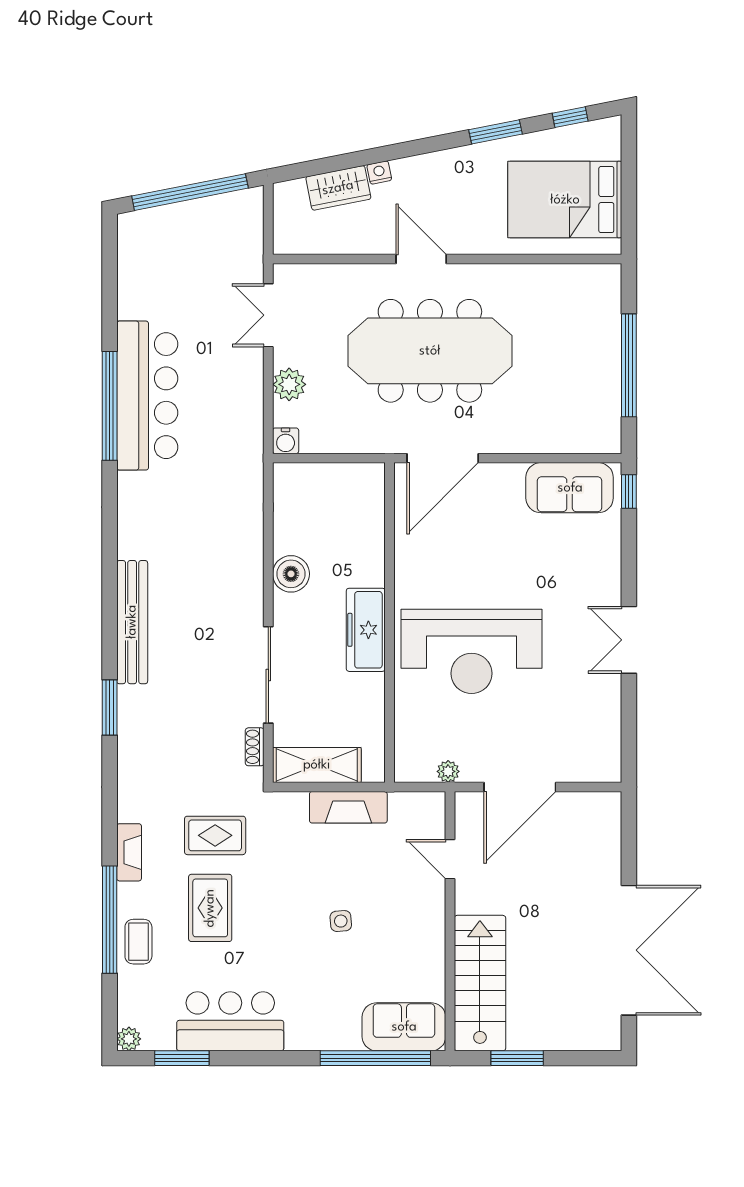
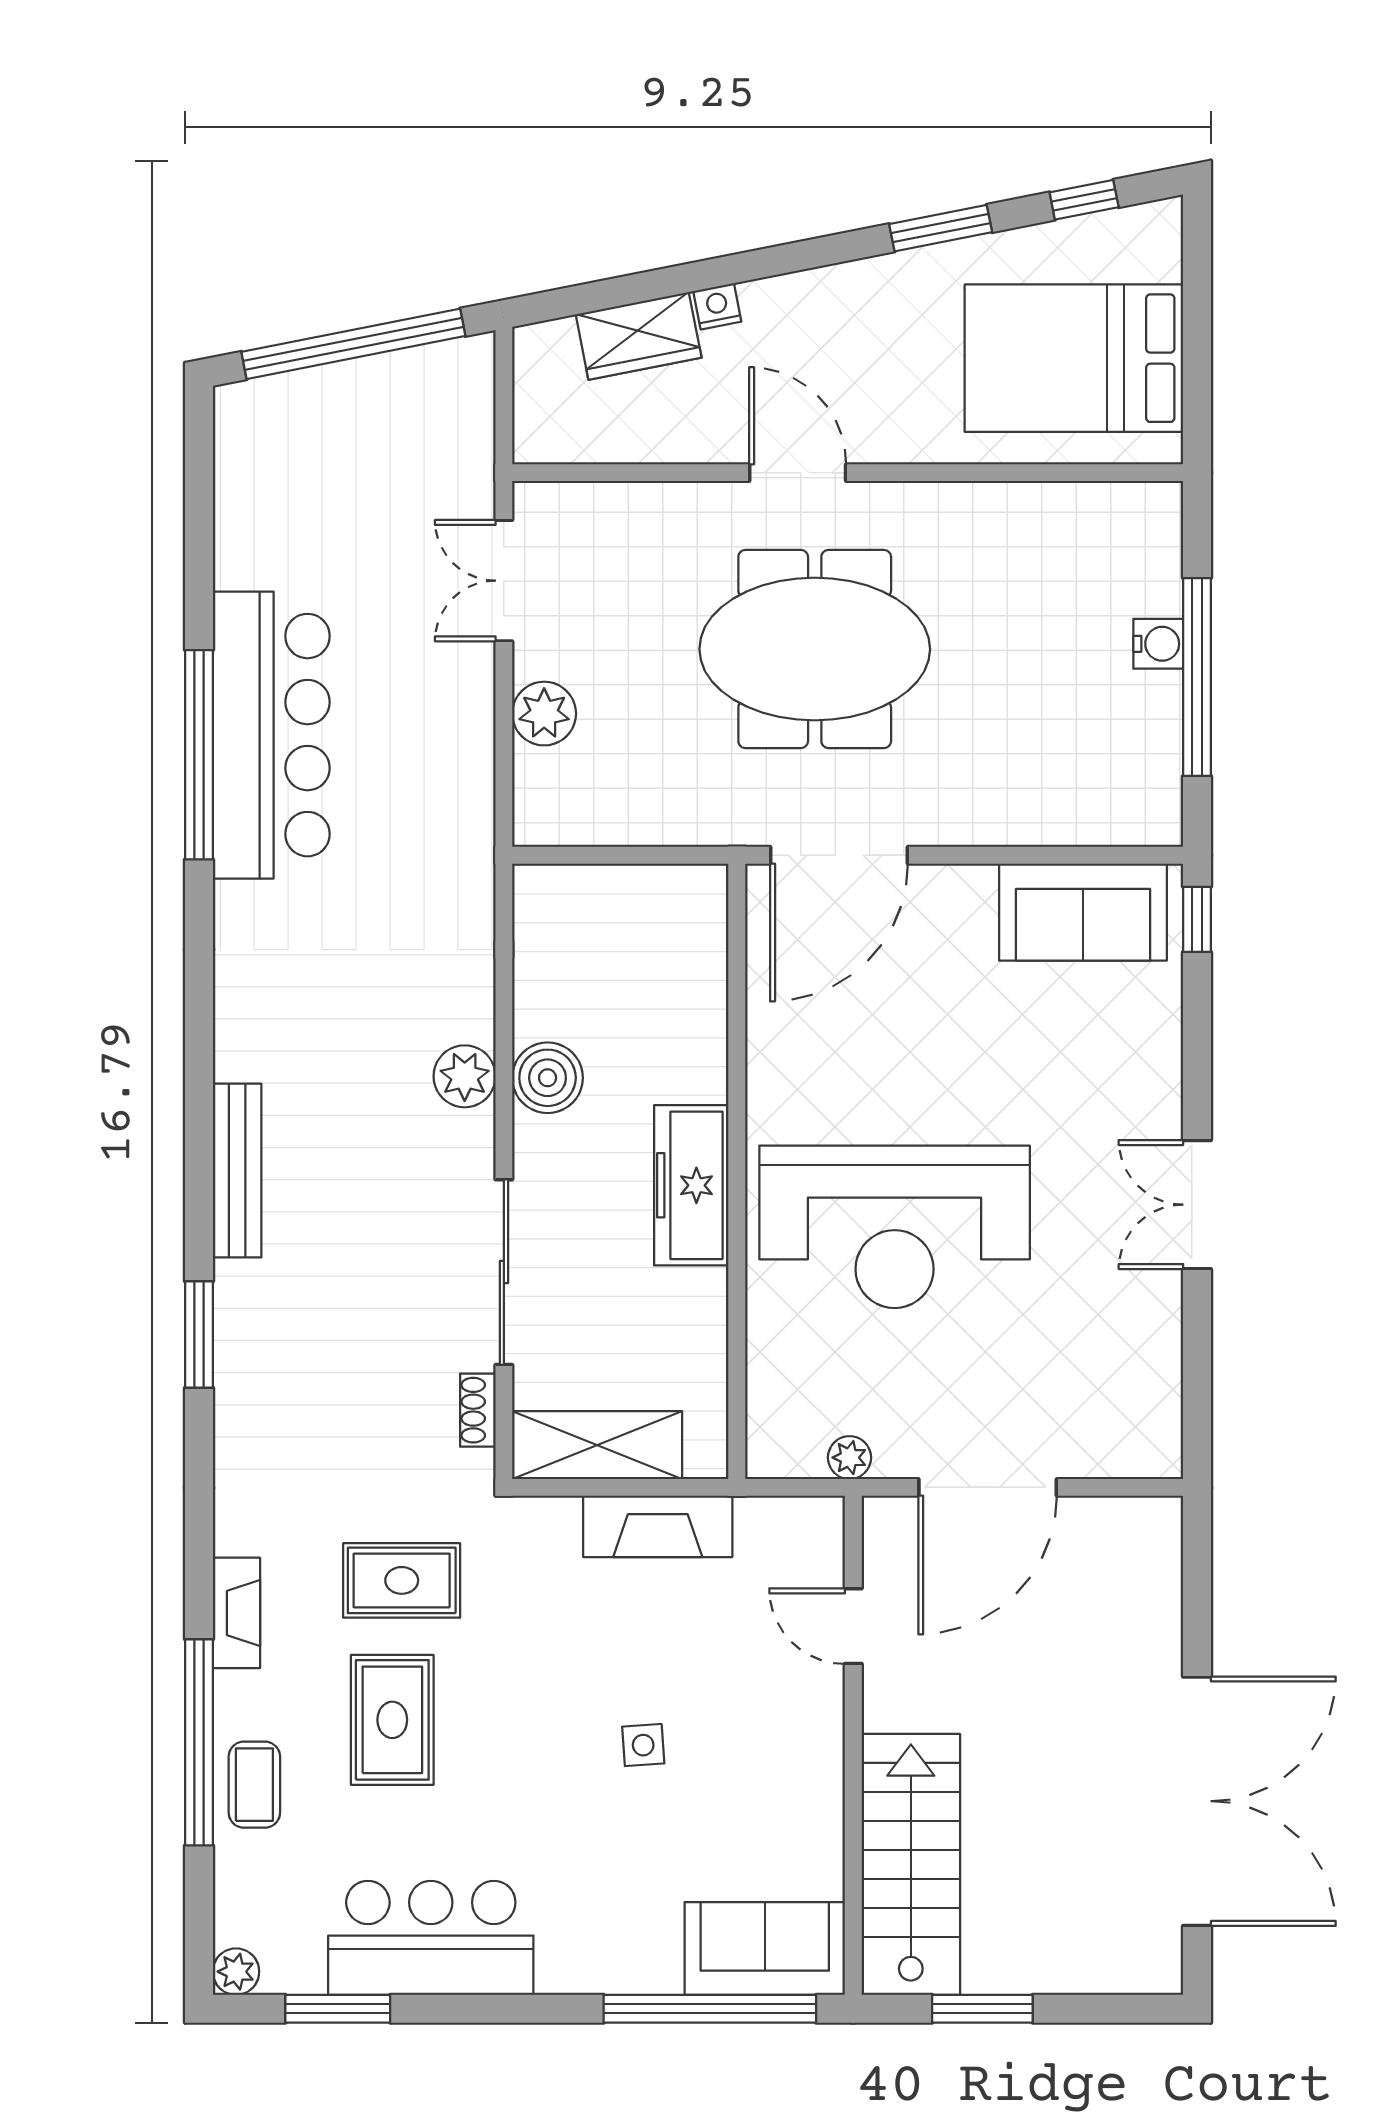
meeting table: (430, 351) -> (815, 649), width x0.73
water cooler: (286, 441) -> (1158, 644), moved, turned -90
plant: (248, 573) -> (465, 1076), added
bench: (132, 622) -> (237, 1170), width x0.73, depth x0.82

